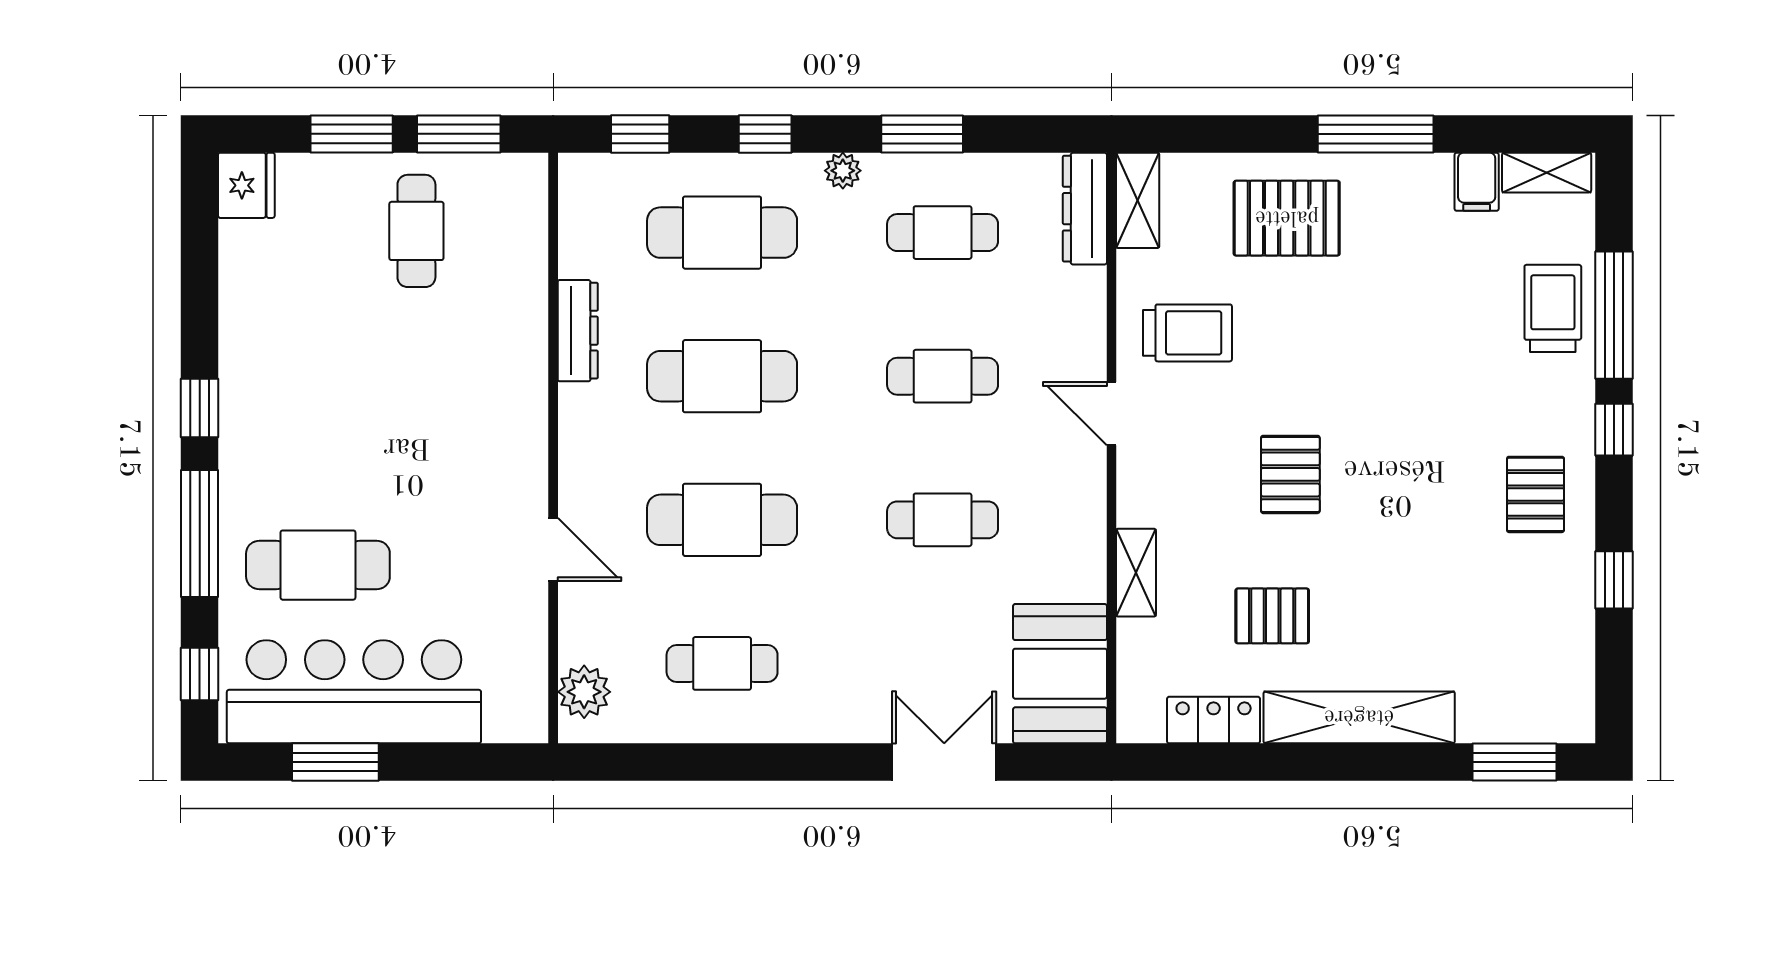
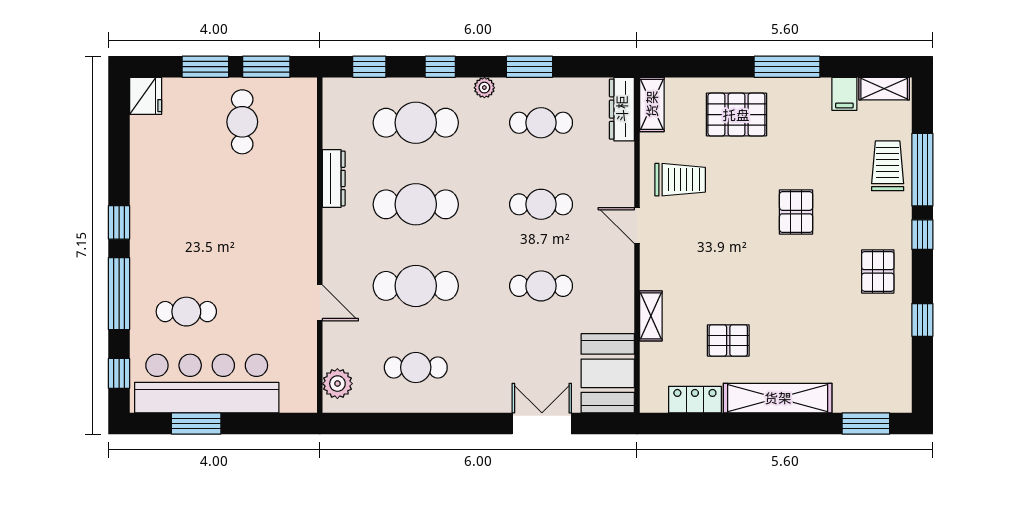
pallet: (1290, 474) -> (796, 212), moved
cafe table: (318, 565) -> (186, 312), width x0.73, depth x0.74

